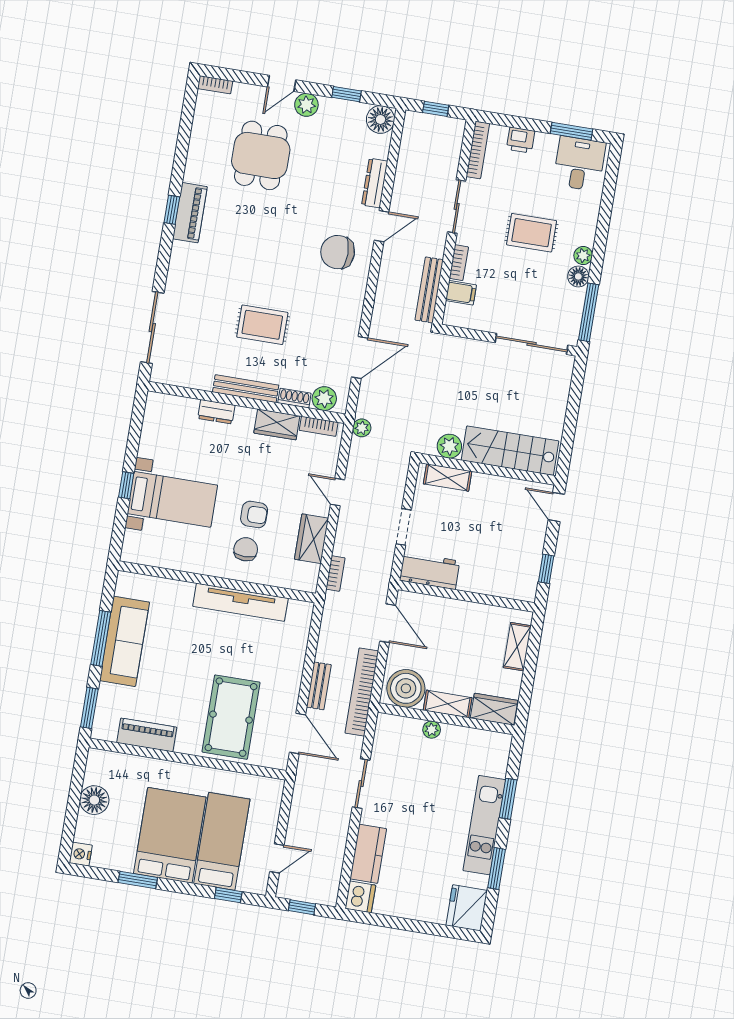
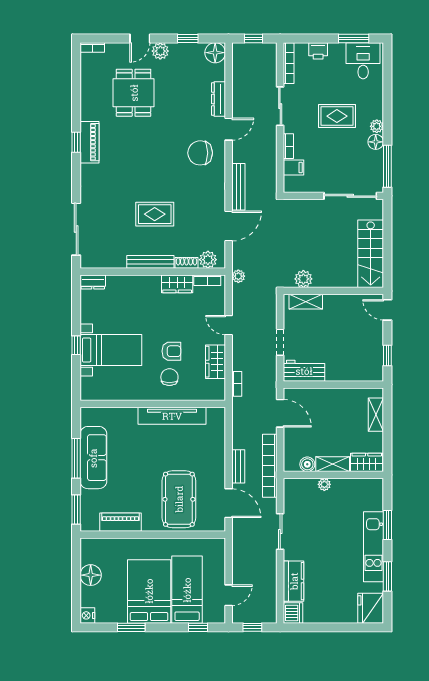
bench: (429, 290) -> (238, 187), moved
dresser: (216, 412) -> (93, 282), moved
stairs: (510, 451) -> (371, 254), moved, turned -90
boiler: (406, 688) -> (307, 464), width x0.54, depth x0.54

